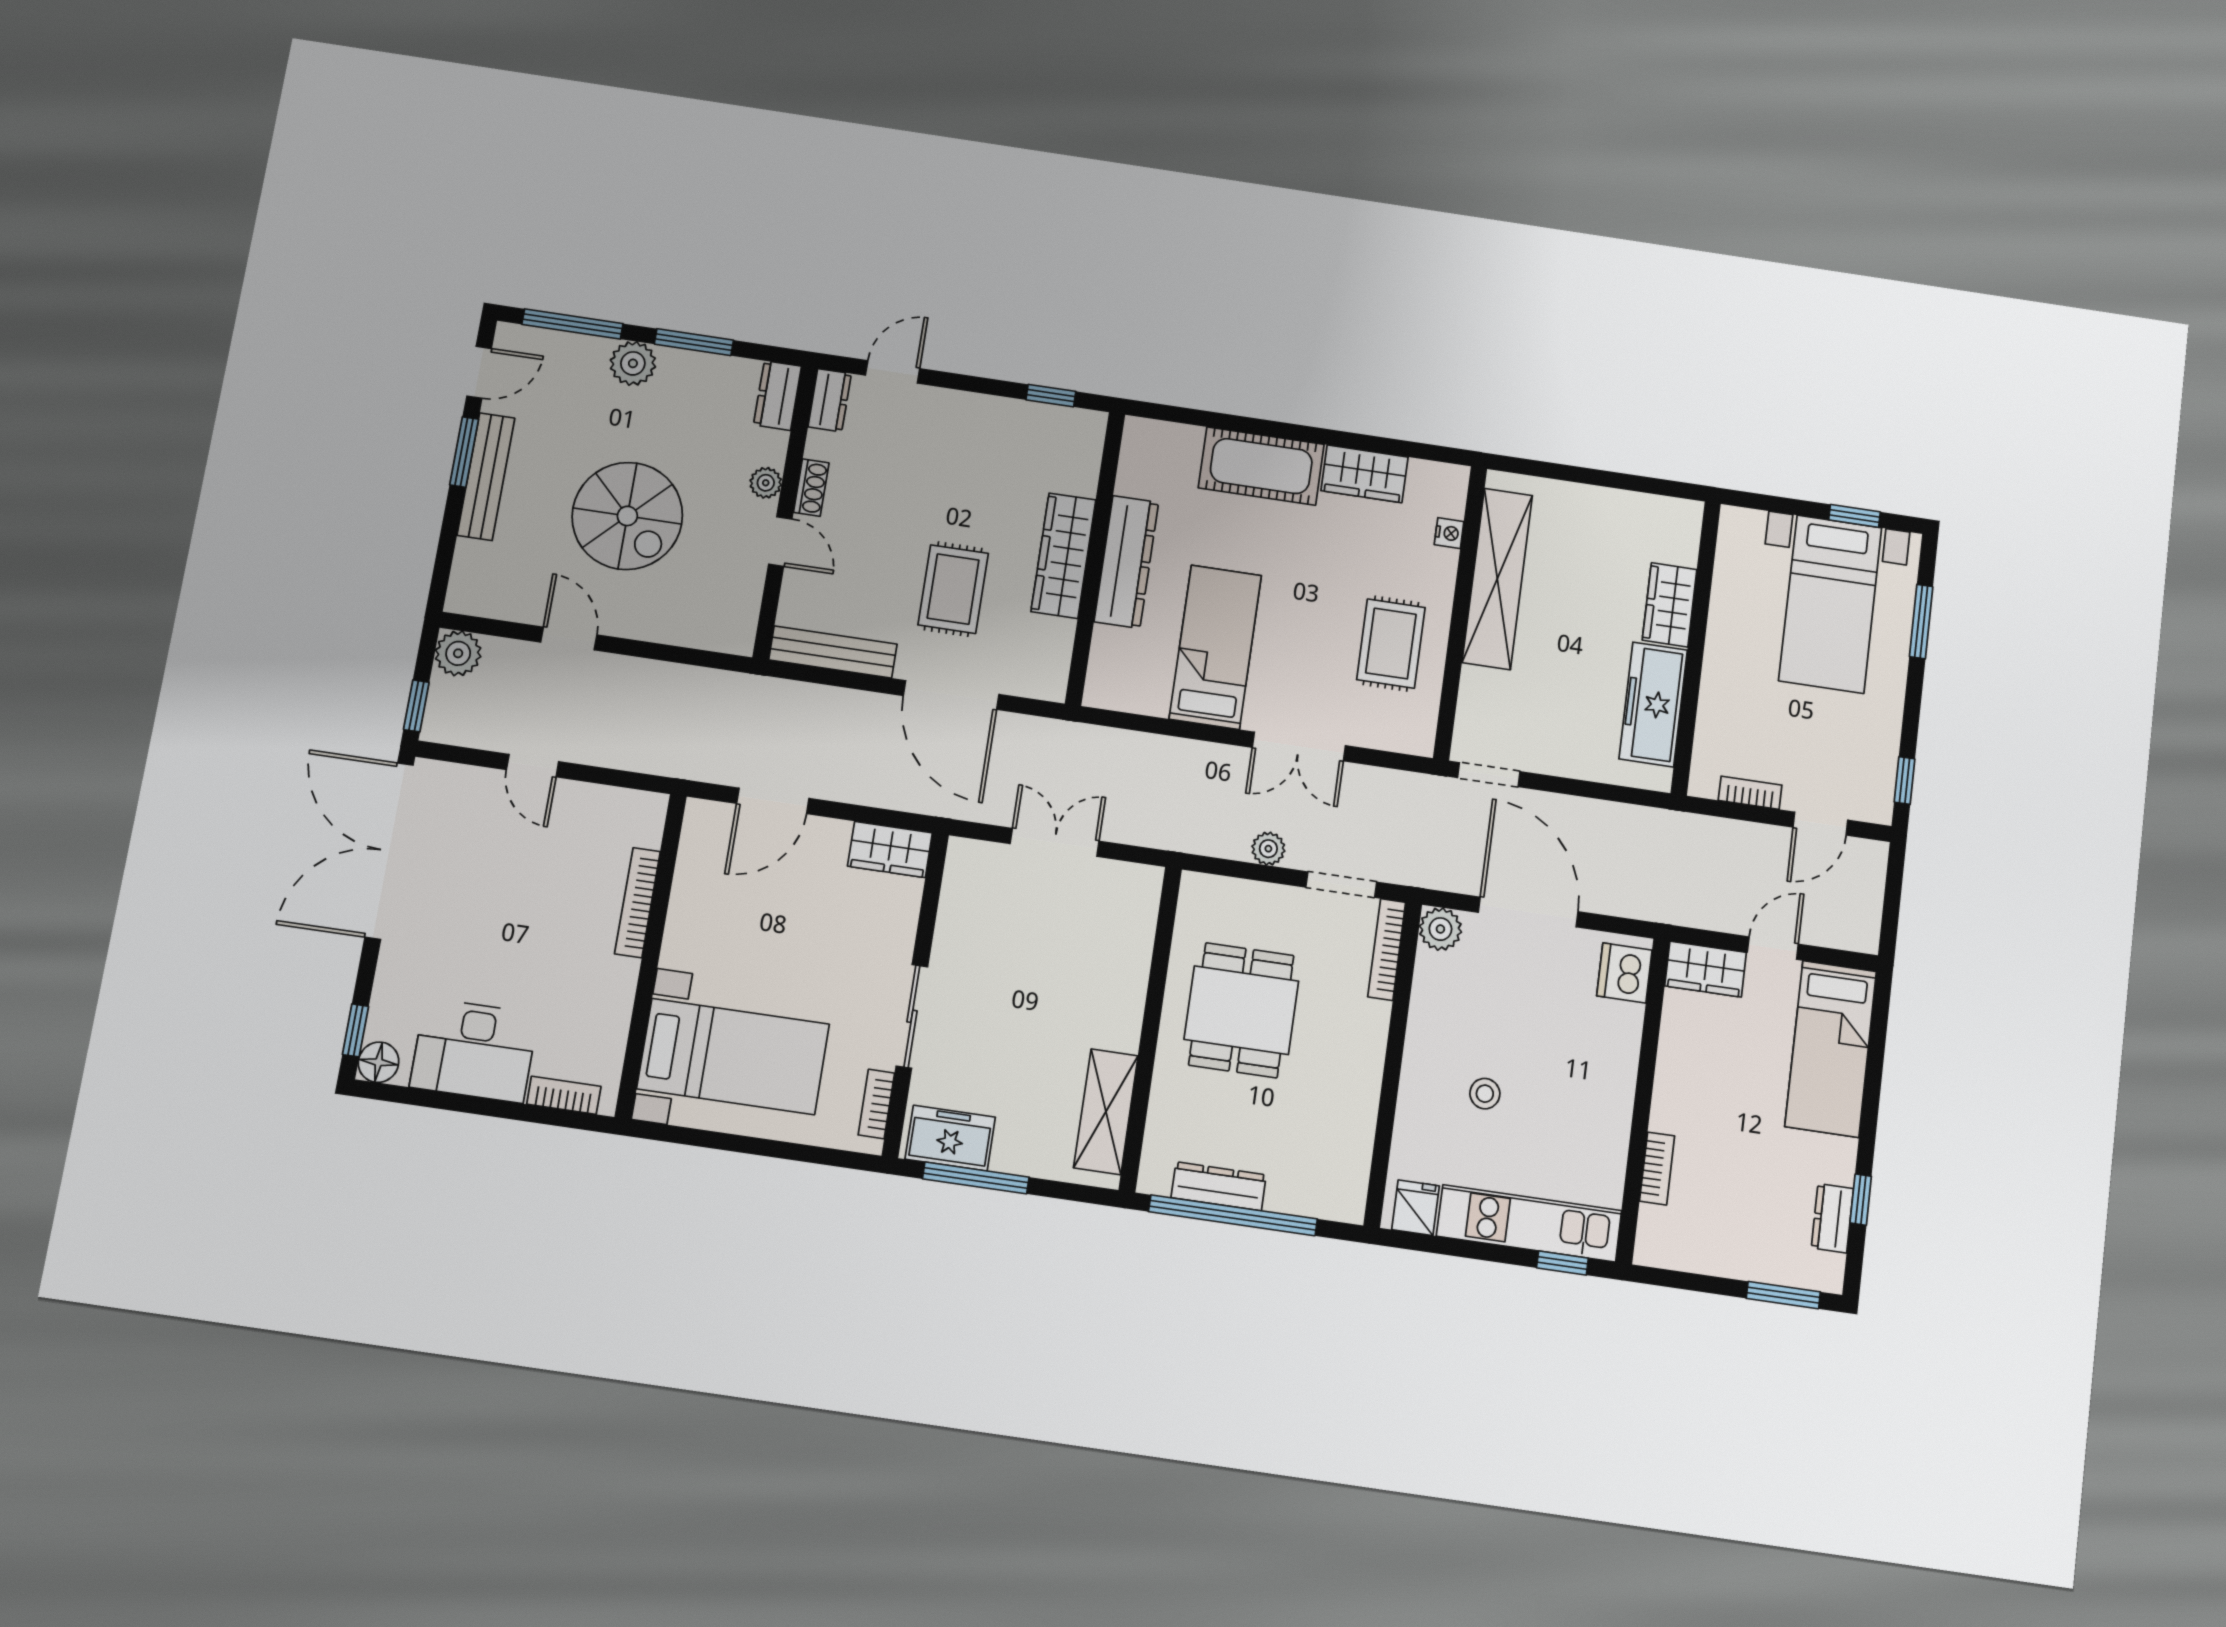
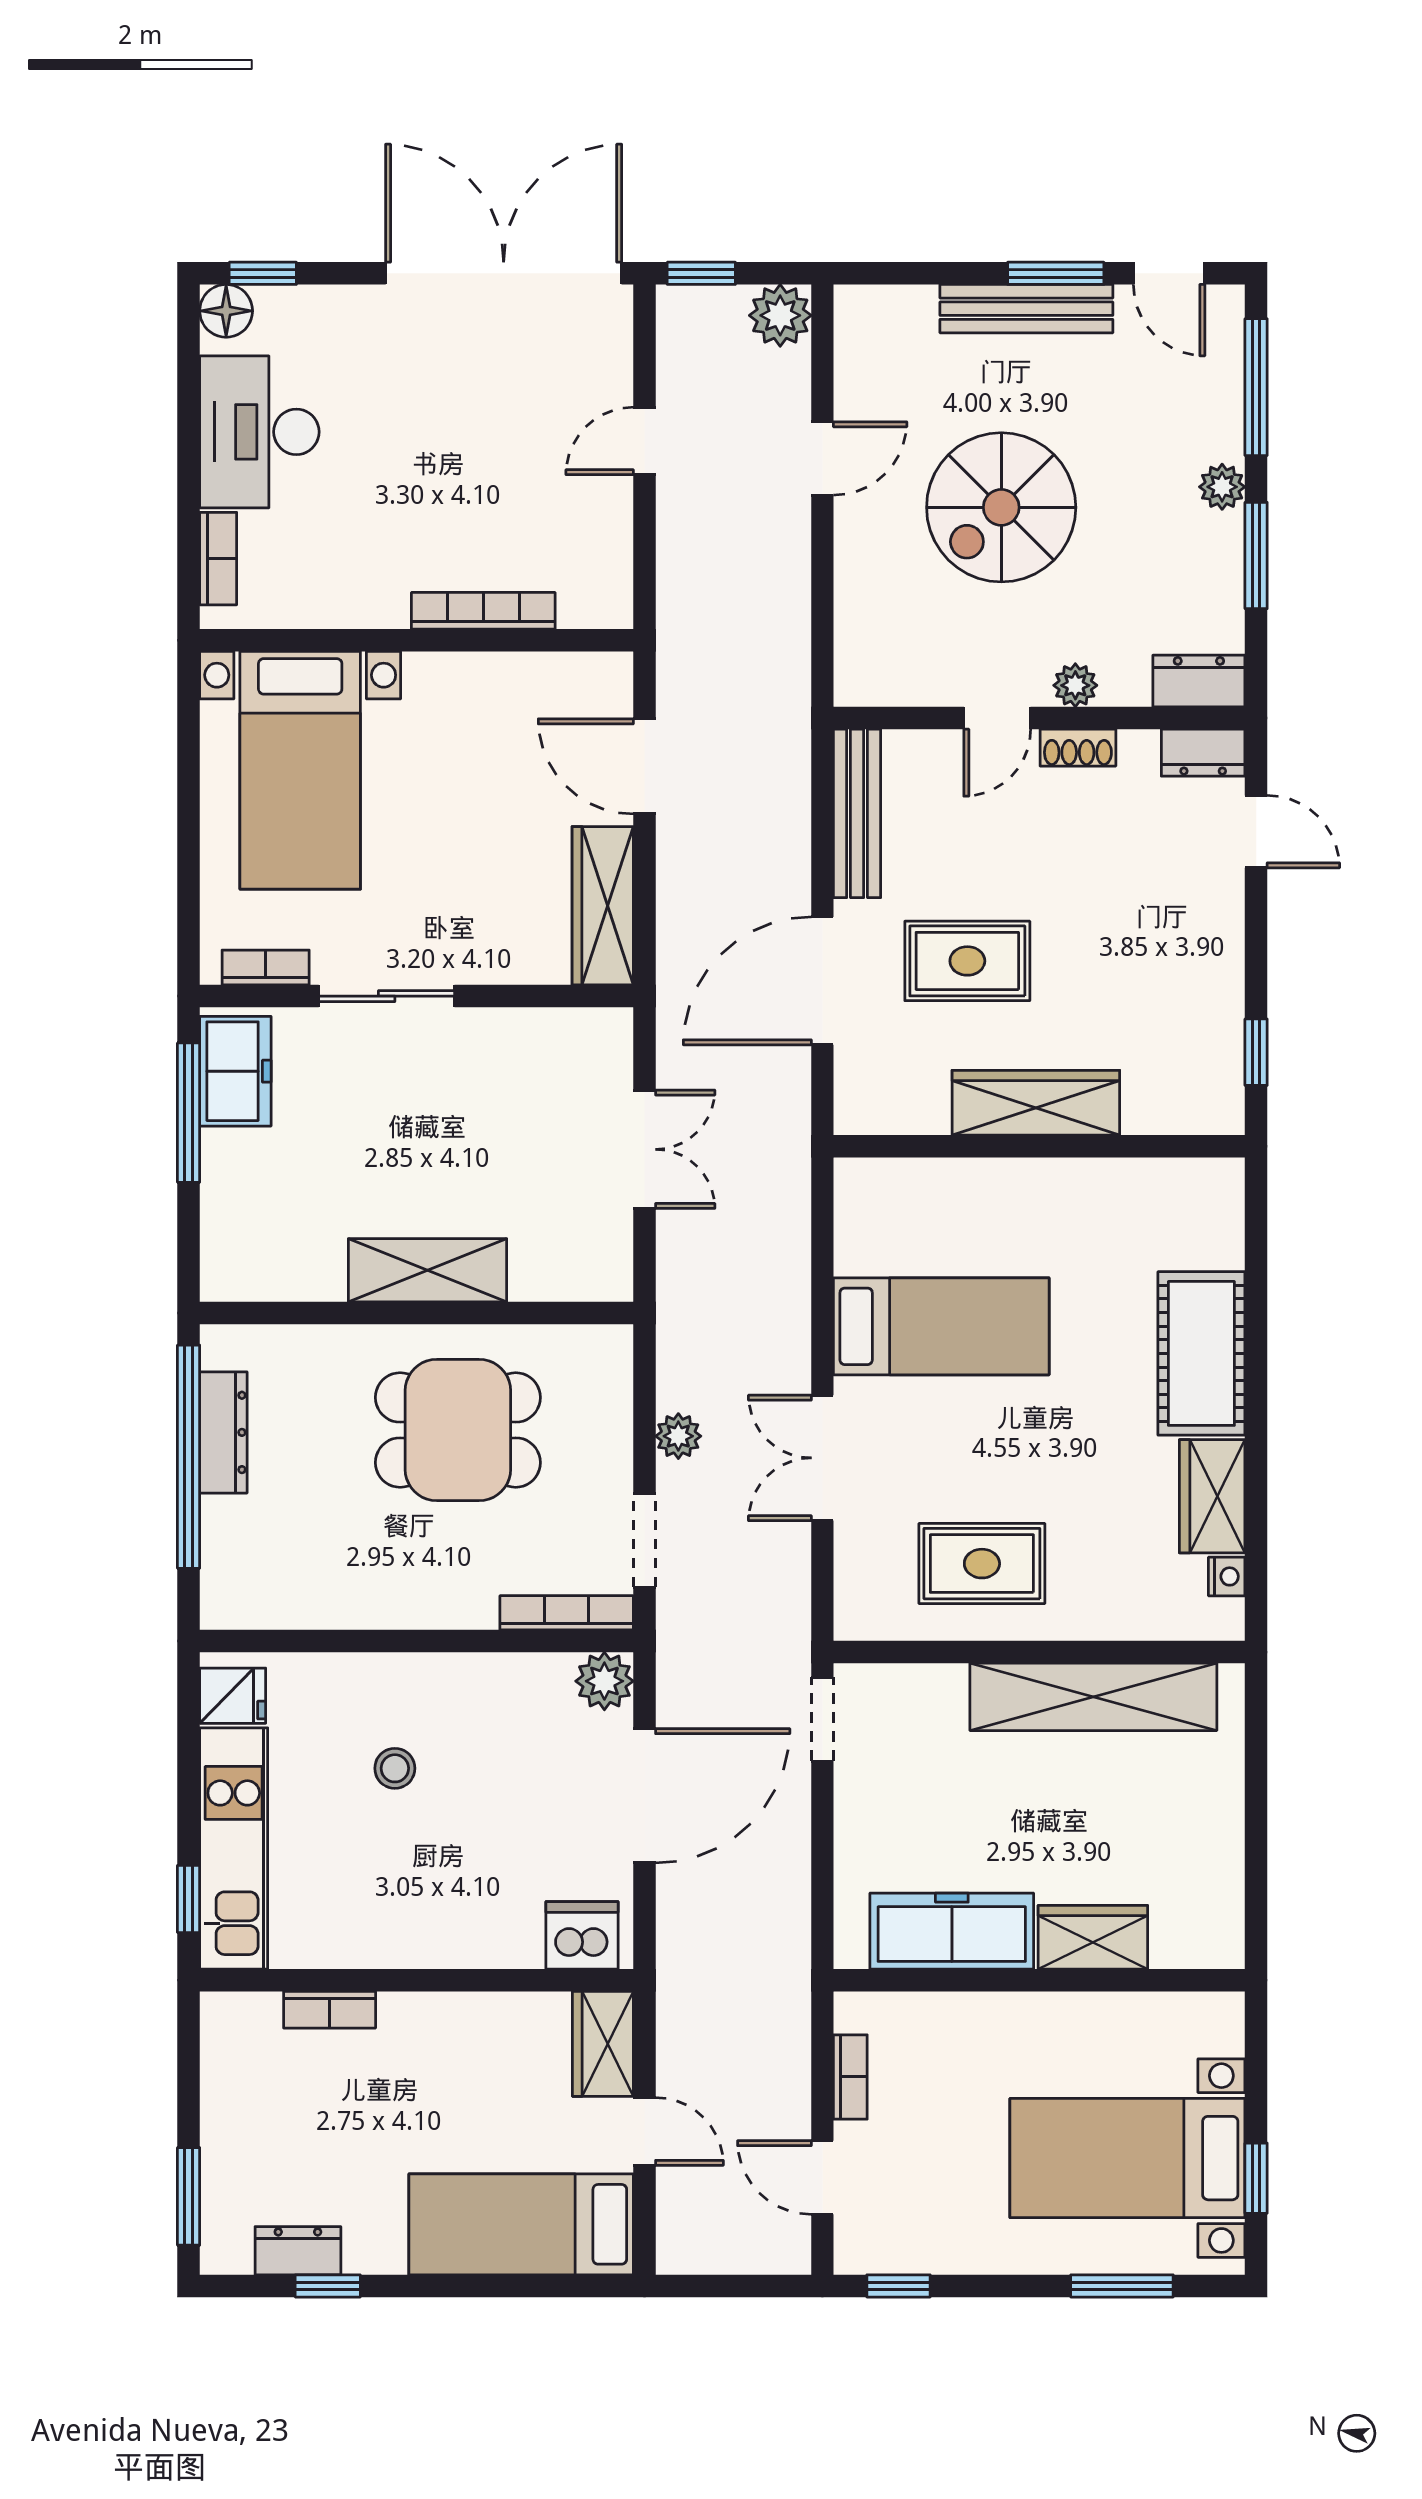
plant: (633, 363) -> (1222, 487), width x0.73, depth x0.73
nightstand: (1449, 533) -> (1227, 1576), moved, turned -90
dresser: (1126, 562) -> (1040, 1189), removed
wardrobe: (890, 849) -> (603, 906), width x1.50
shelving: (1106, 1112) -> (428, 1270), moved

